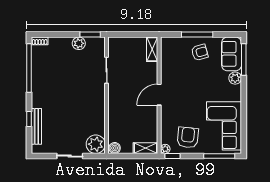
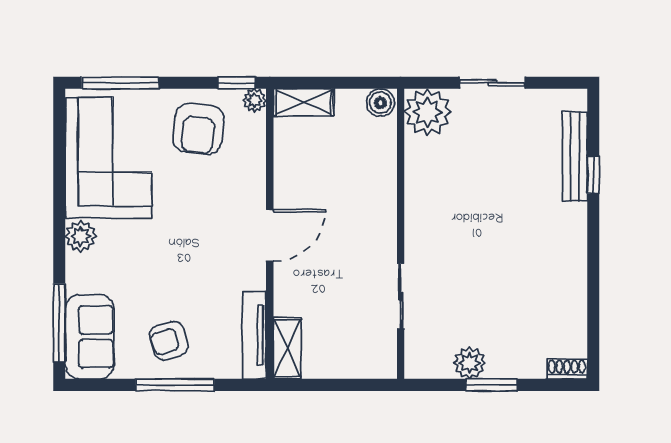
window: (90, 35) -> (491, 385), moved
tv unit: (165, 55) -> (254, 335), added
window: (29, 68) -> (593, 302), removed
plant: (235, 78) -> (81, 236), moved

